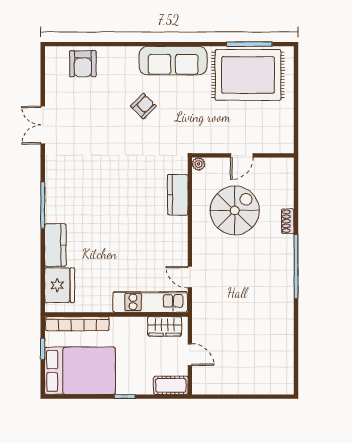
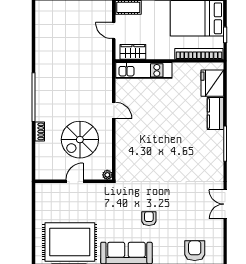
armchair: (143, 106) -> (149, 219), turned 135
double door: (43, 125) -> (225, 204), swing flipped
kitchen counter: (178, 195) -> (123, 151), removed
door: (190, 277) -> (114, 110), moved

